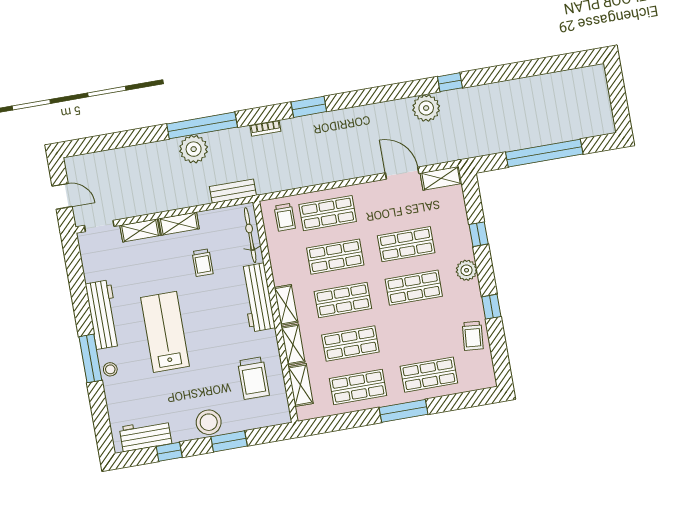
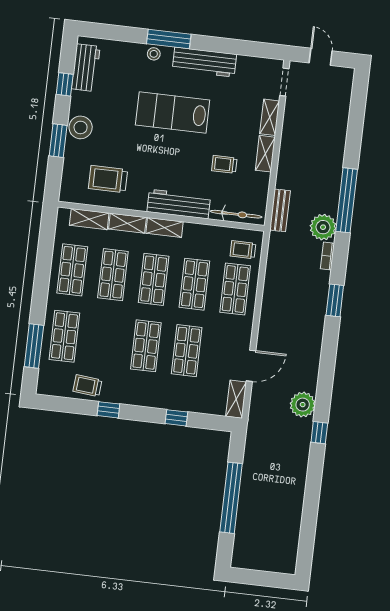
plant: (194, 149) -> (323, 227), moved
door: (62, 196) -> (321, 57), swing flipped
plant: (467, 270) -> (147, 397), removed
lab bench: (165, 332) -> (173, 112), turned 180
window: (404, 411) -> (34, 346), moved

